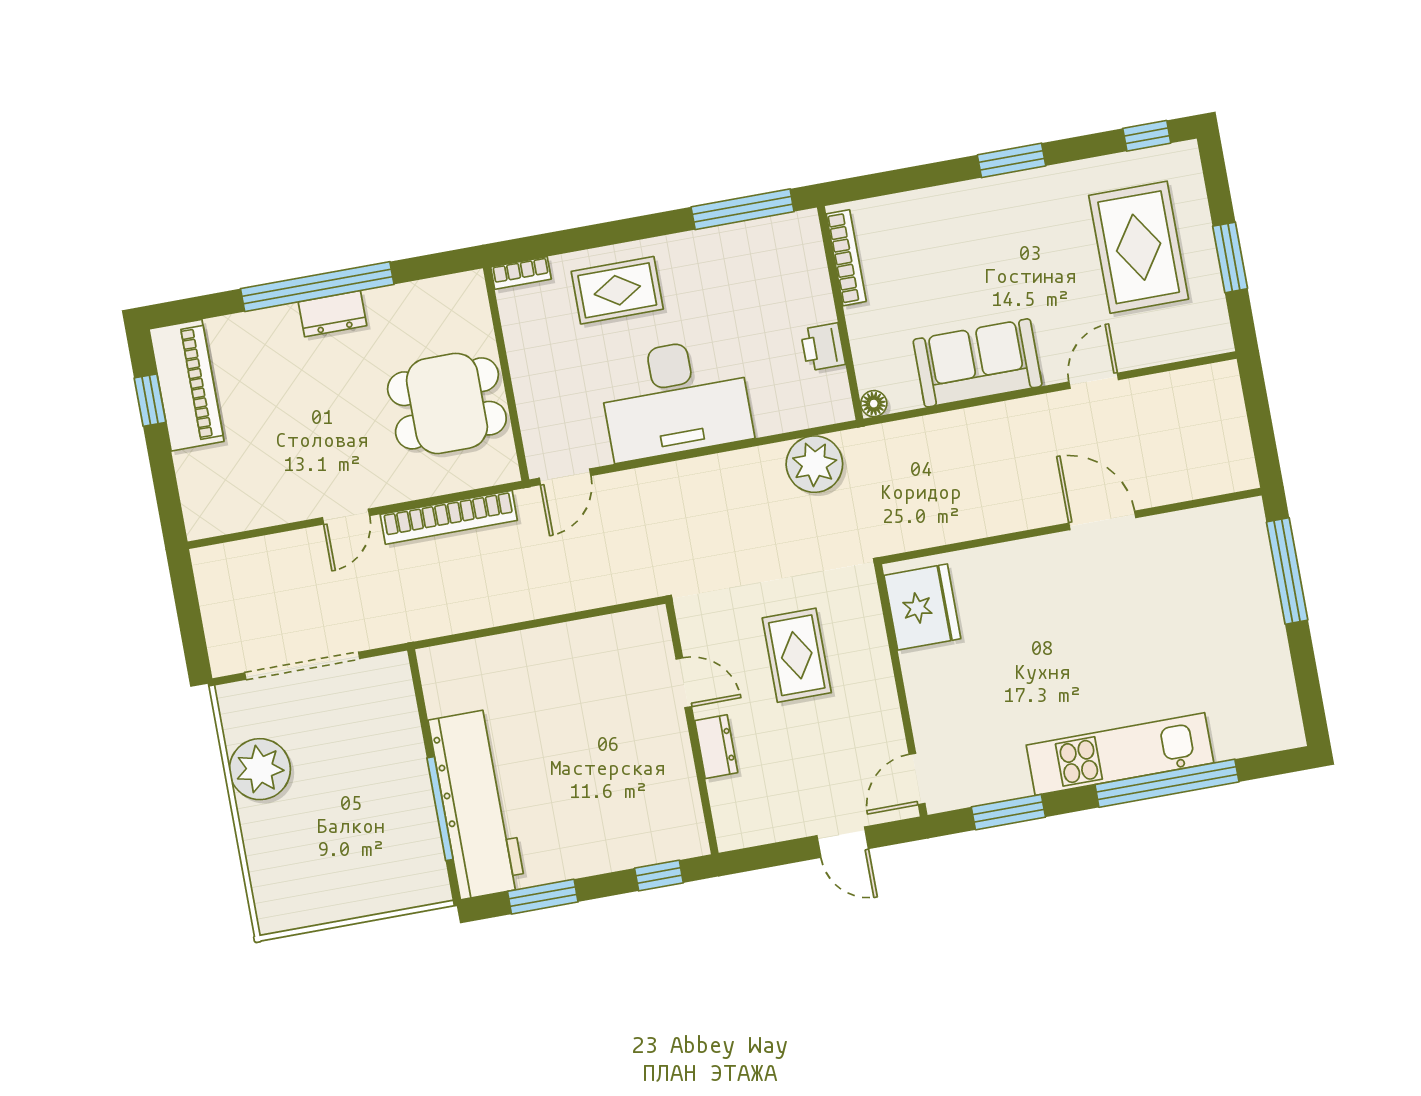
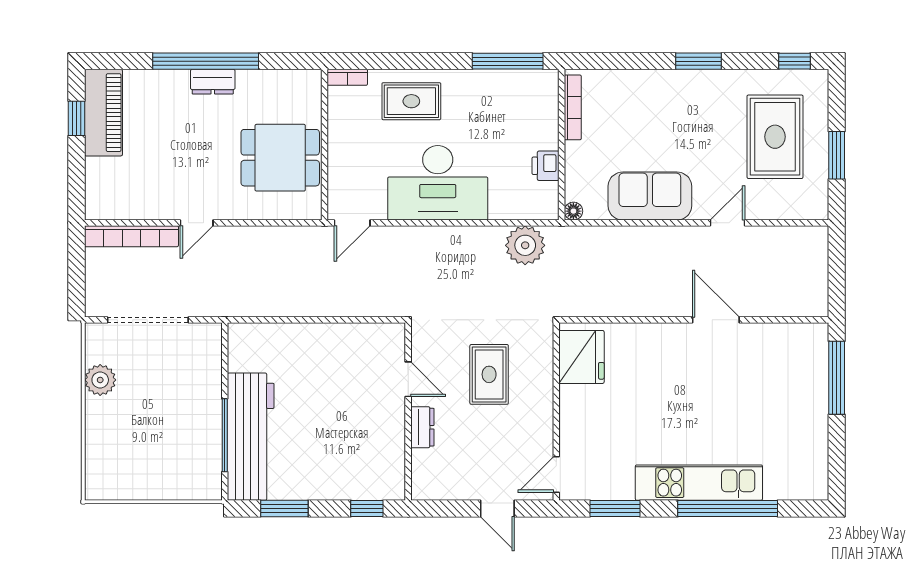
bookcase: (449, 517) -> (131, 236), moved
plant: (260, 769) -> (100, 380), width x0.73, depth x0.73

